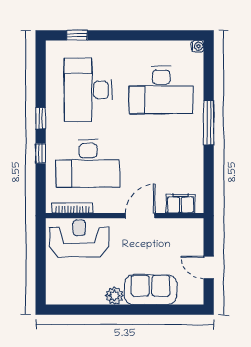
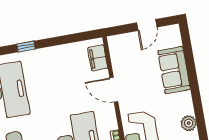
window: (209, 123) -> (26, 46), width x0.46
plant: (114, 296) -> (189, 123), moved

